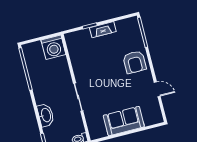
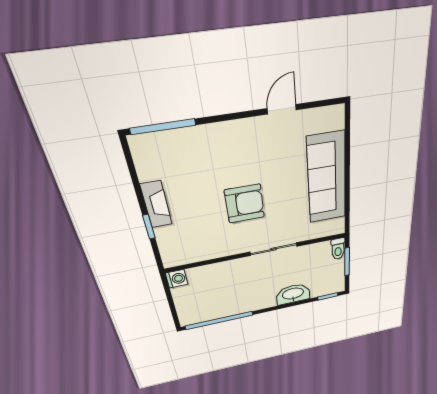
washing machine: (53, 47) -> (177, 279), width x0.53, depth x0.53
armchair: (135, 62) -> (245, 204), moved
sofa: (124, 121) -> (327, 178), width x1.36

